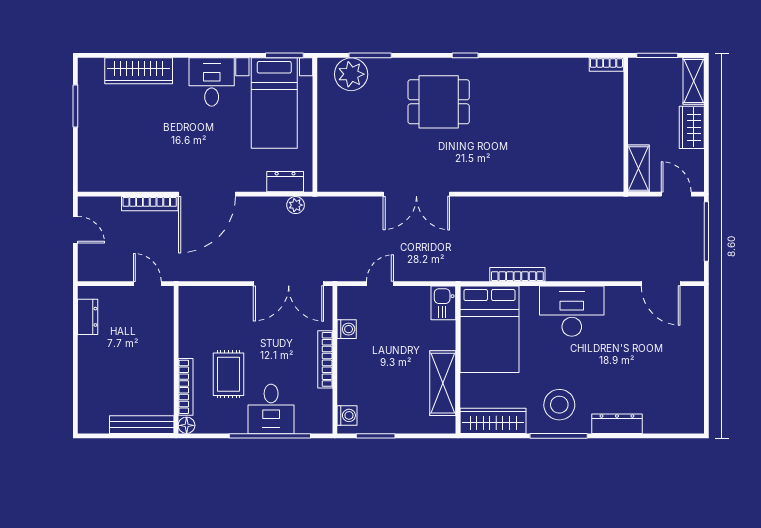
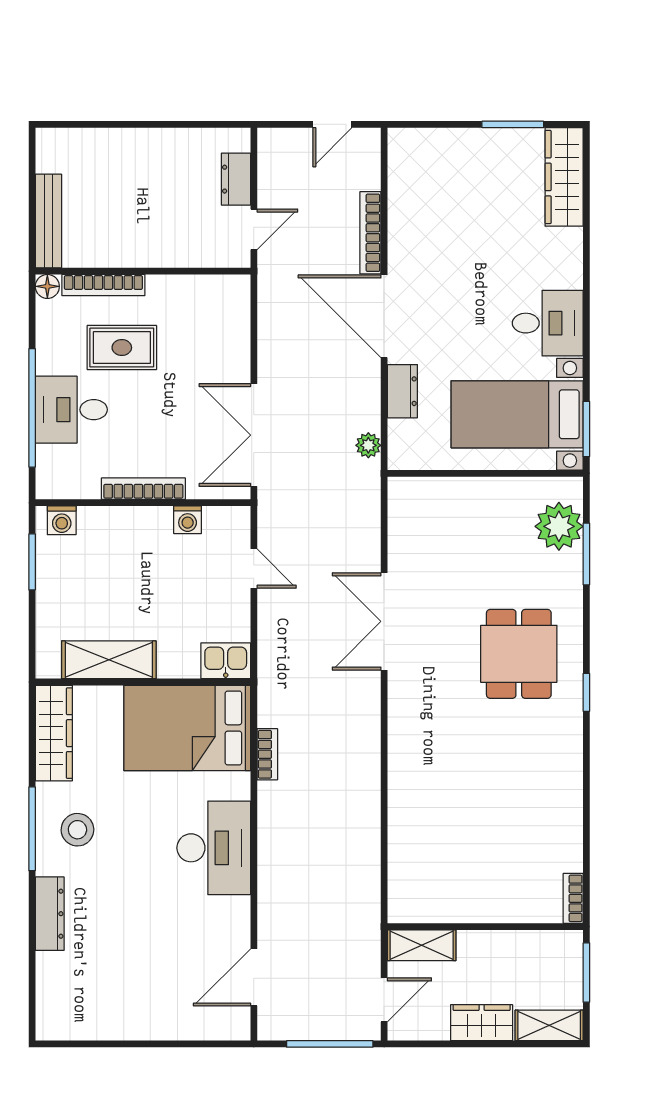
wardrobe: (139, 71) -> (564, 177), moved
dresser: (285, 182) -> (402, 391), moved
bookcase: (517, 274) -> (267, 754), width x0.64
dresser: (88, 317) -> (236, 179), moved, turned 90
stool: (559, 405) -> (77, 830), width x0.73, depth x0.73

